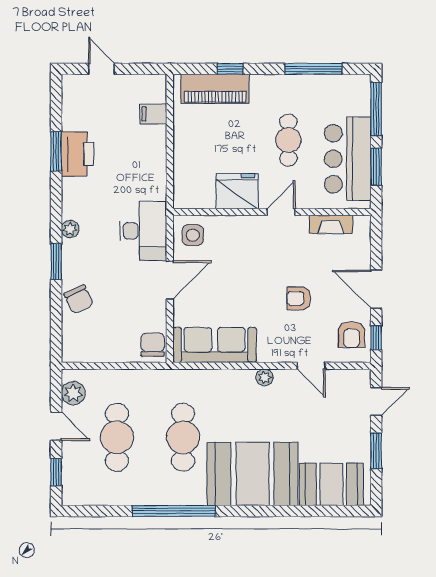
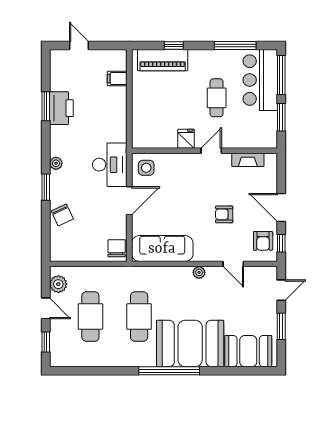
bar counter: (348, 159) -> (260, 80), moved
fridge: (237, 191) -> (186, 139), width x0.53, depth x0.75
window: (174, 511) -> (169, 371), moved

